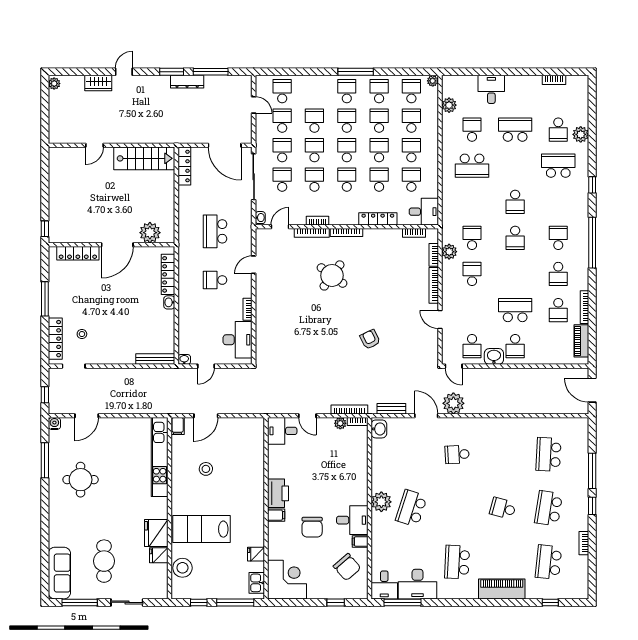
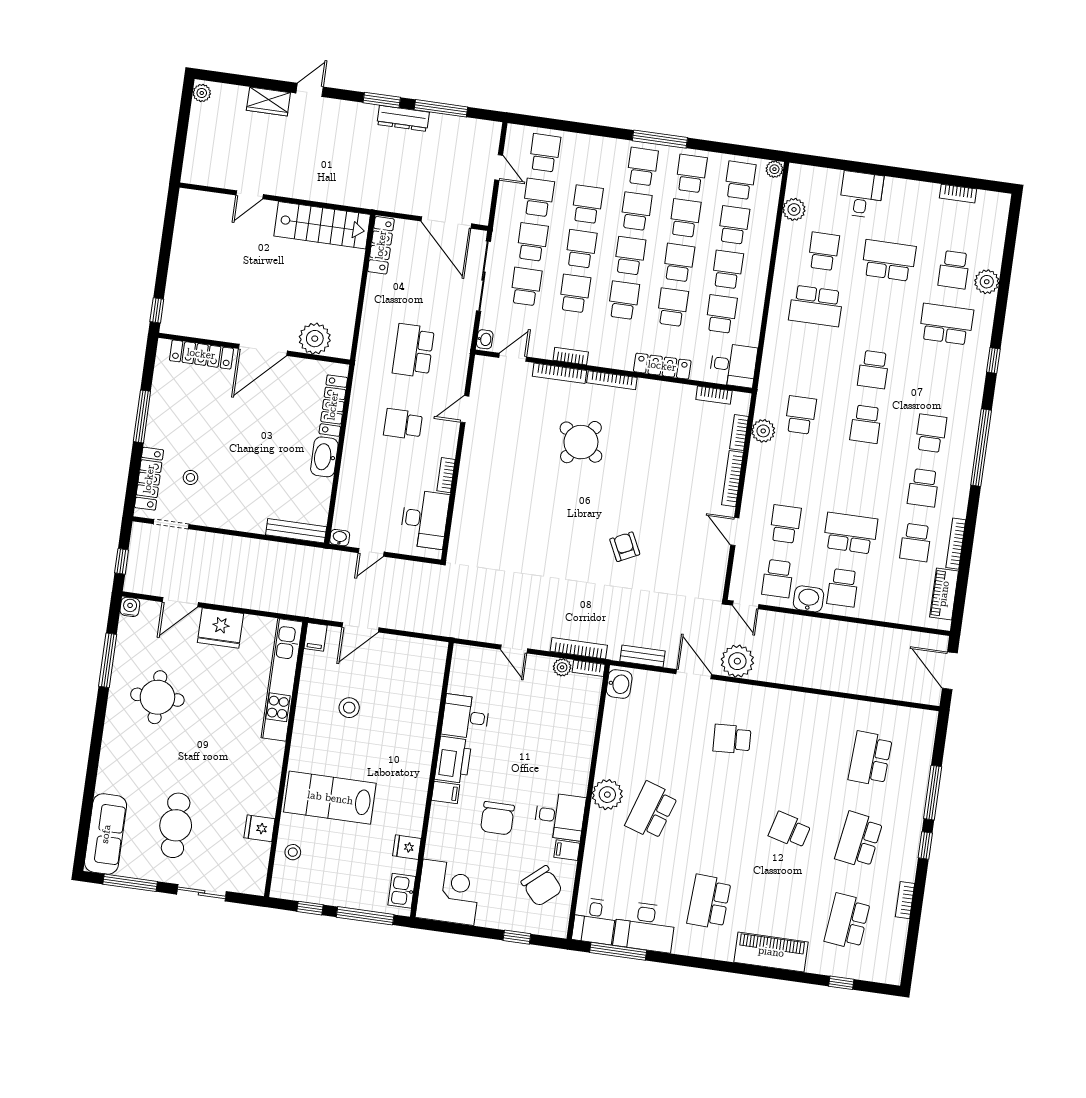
school desk: (472, 274) -> (785, 524), moved
washbasin: (169, 302) -> (324, 457), width x1.91, depth x1.45
desk: (282, 431) -> (466, 717), moved
fridge: (156, 533) -> (221, 628), moved, turned -90
stool: (182, 568) -> (293, 852), width x0.53, depth x0.53

